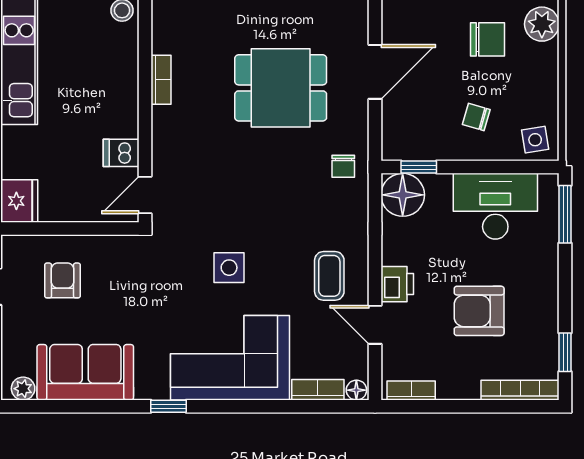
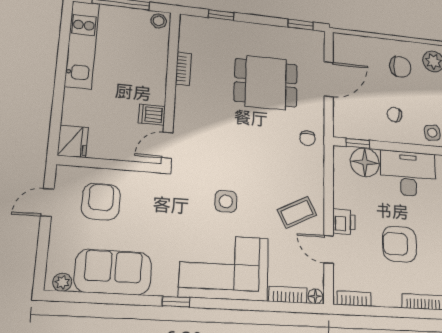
floor lamp: (403, 195) -> (365, 162), moved
coffee table: (329, 276) -> (297, 212), turned 63
armchair: (63, 280) -> (101, 202), width x1.38, depth x1.38

